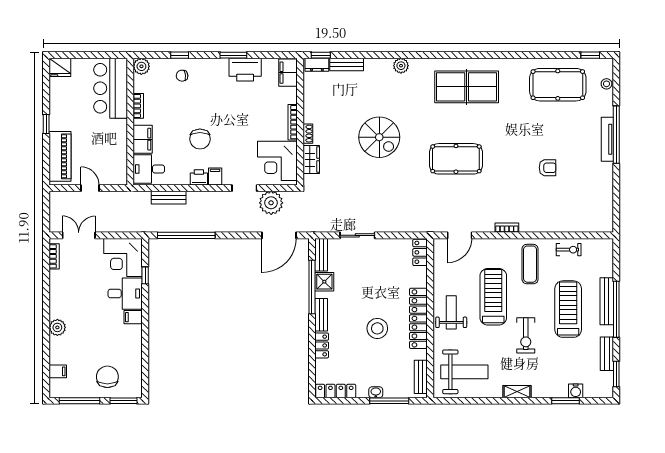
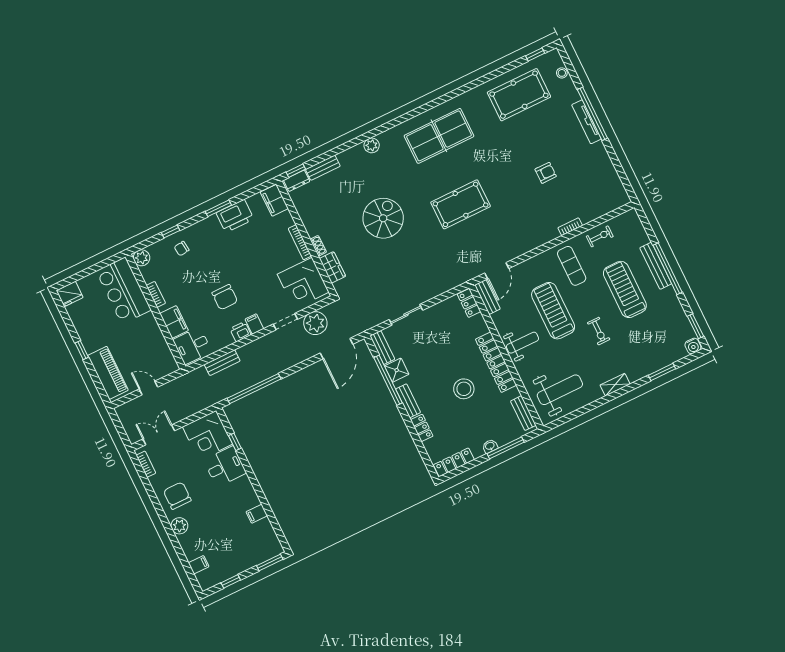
spiral stairs: (379, 137) -> (383, 218), turned -90
bookcase: (507, 228) -> (570, 227), moved
weight bench: (451, 312) -> (522, 343), turned 90
filing cabinet: (133, 317) -> (257, 514), moved
exercise bike: (526, 335) -> (599, 331), width x0.73, depth x0.72
bench: (607, 354) -> (487, 297), moved
chair: (107, 377) -> (177, 496), moved
water cooler: (576, 391) -> (693, 346), moved
window: (80, 401) -> (231, 581), width x0.46

